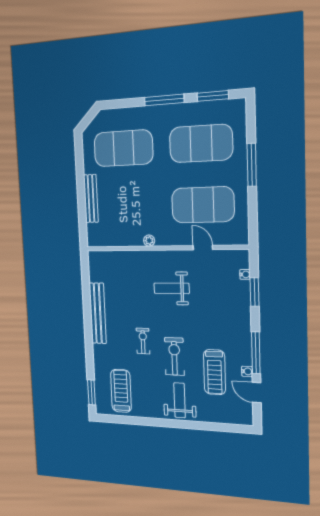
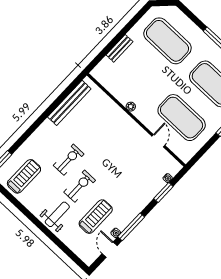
bench: (91, 199) -> (119, 48), width x0.73
weight bench: (172, 288) -> (117, 146), removed
bench: (98, 313) -> (69, 103), moved
exercise bike: (143, 341) -> (69, 160), width x1.38, depth x1.39
treadmill: (215, 372) -> (96, 217), turned 180

